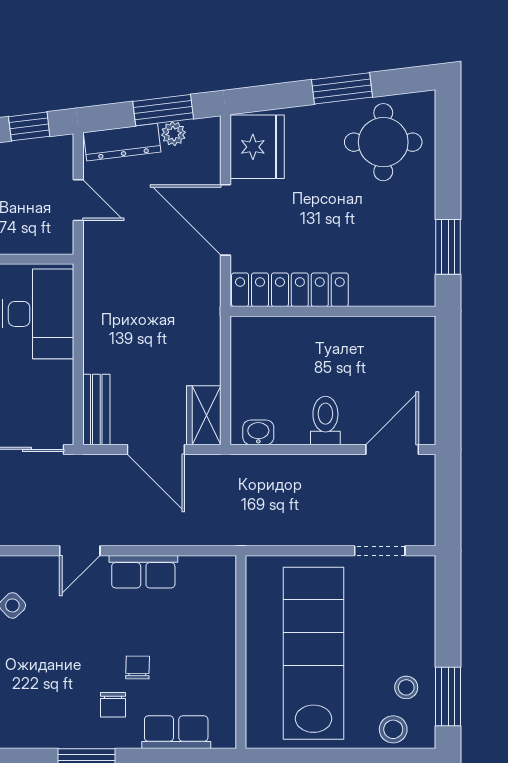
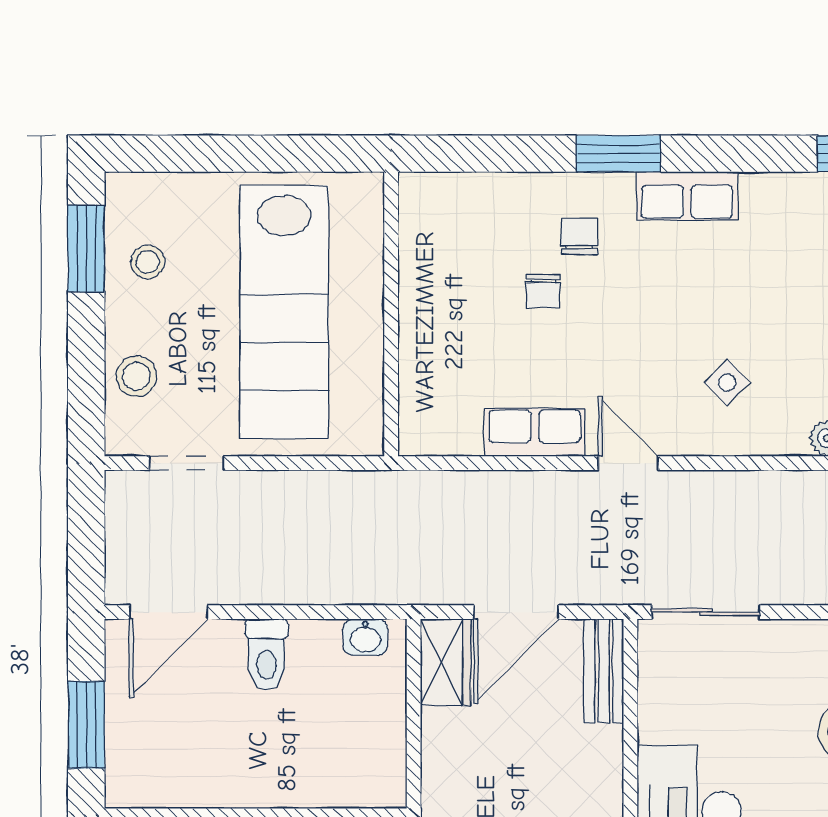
window: (448, 373) -> (86, 725), added
door: (156, 449) -> (516, 612), swing flipped
door: (80, 551) -> (628, 463), hinge flipped
stool: (393, 729) -> (136, 376), moved
row of seats: (176, 732) -> (687, 196), moved

